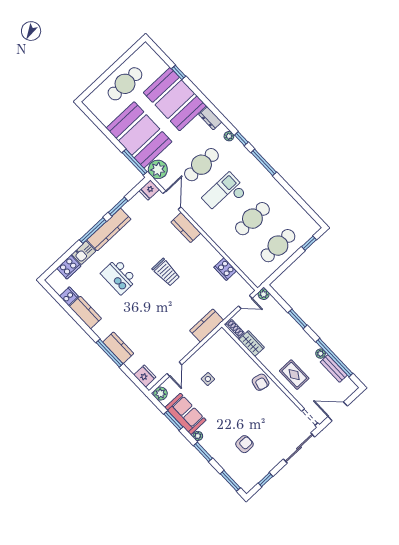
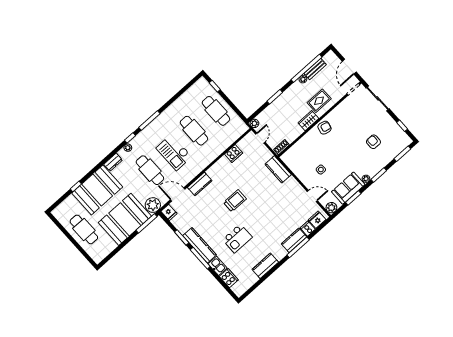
cooker: (69, 296) -> (308, 229), moved
wardrobe: (252, 343) -> (308, 121), moved

